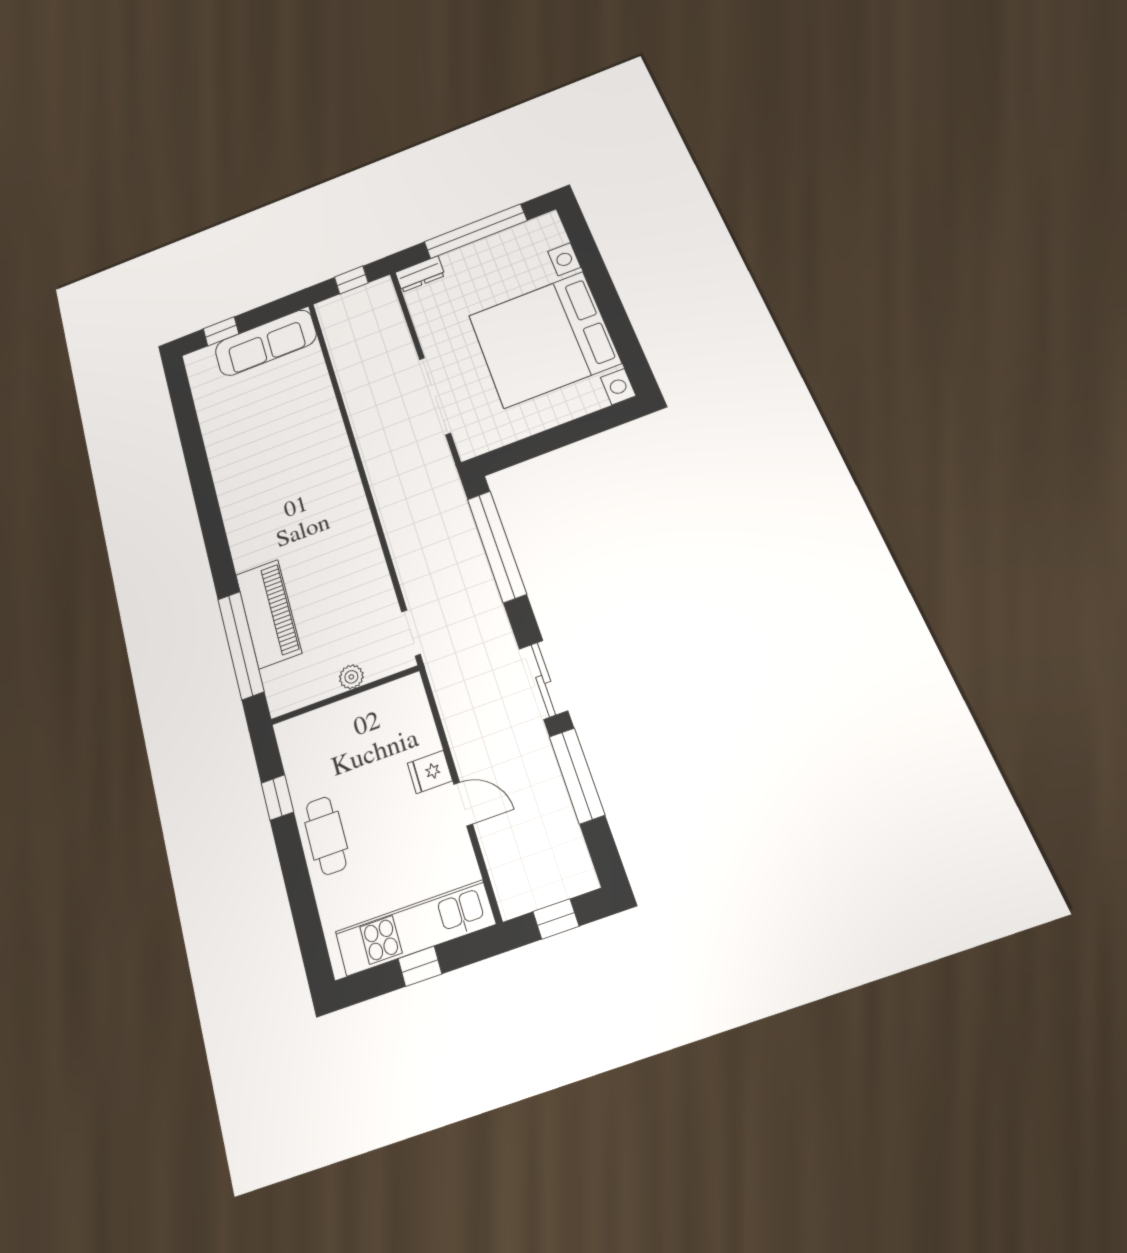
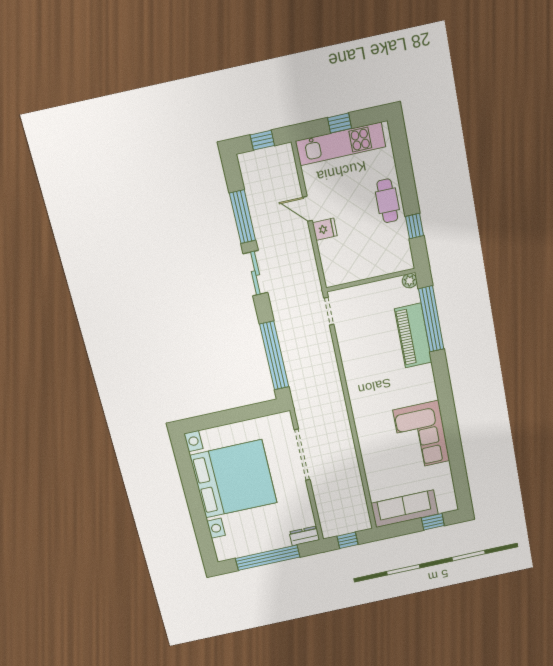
corner sofa: (246, 458) -> (421, 435), added
plant: (351, 677) -> (410, 281), moved

